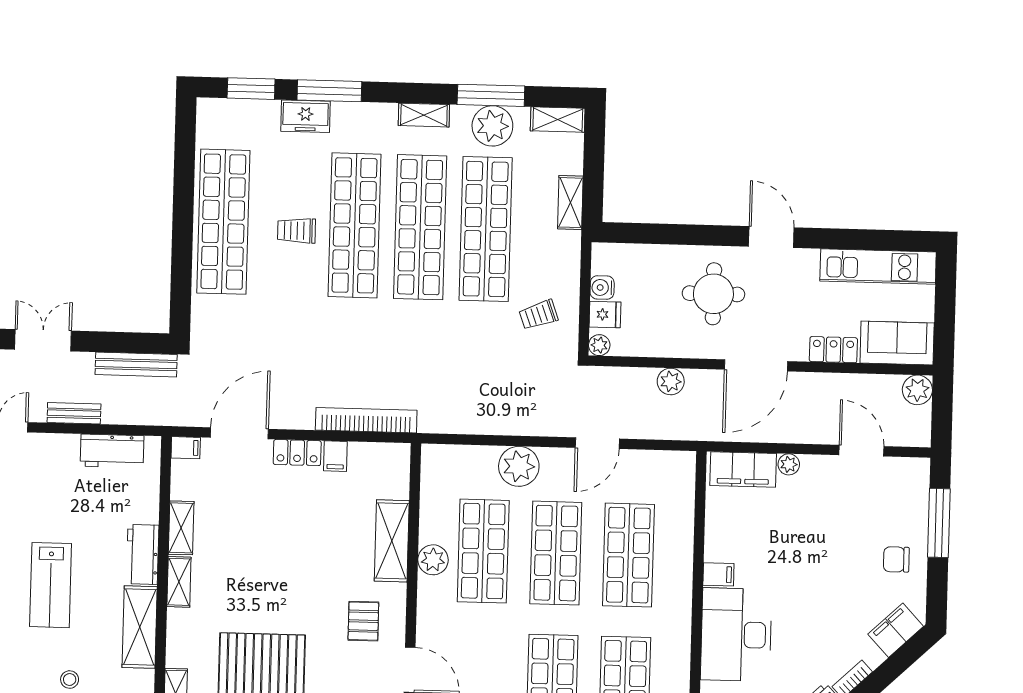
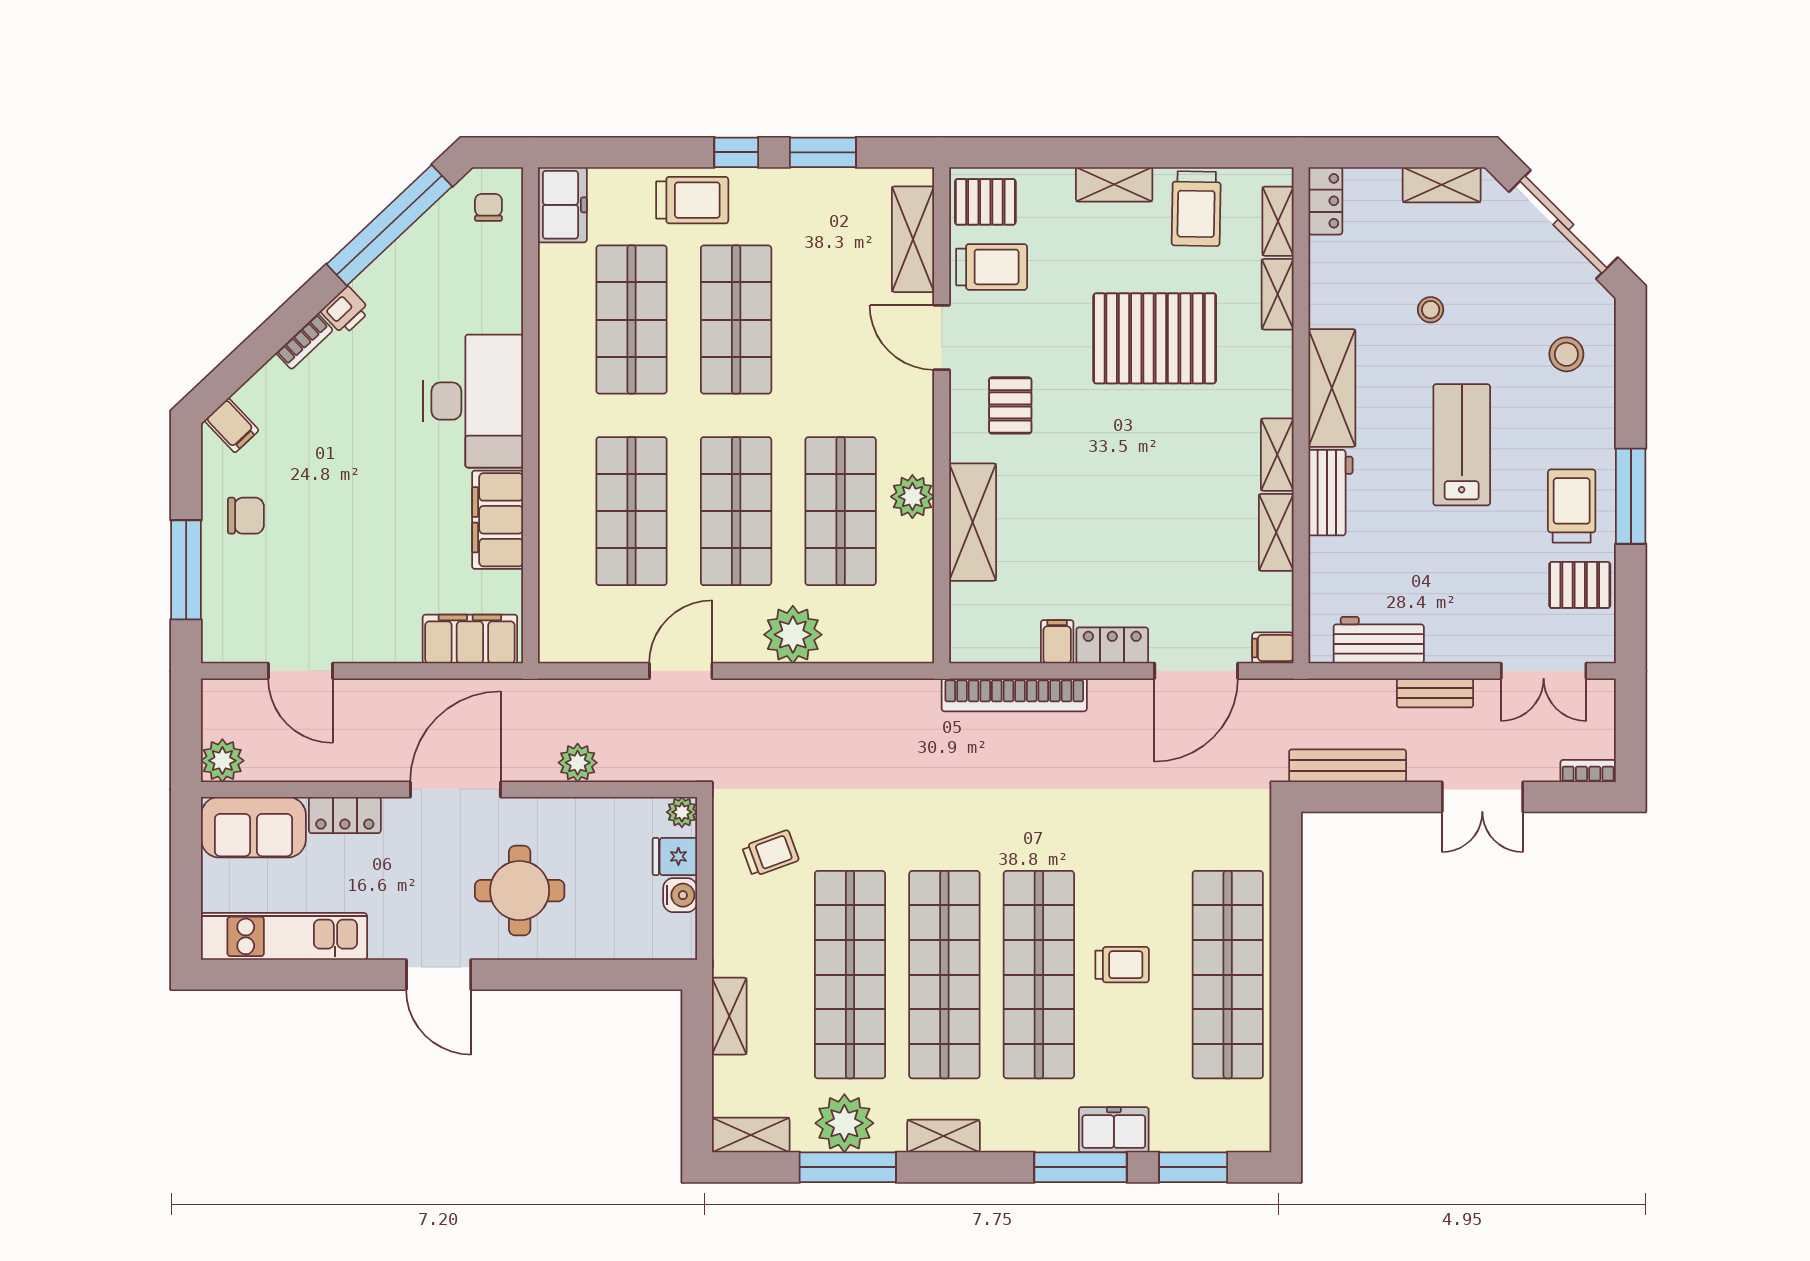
plant: (789, 464) -> (404, 648), removed
filing cabinet: (718, 574) -> (498, 520), width x3.00, depth x1.17
filing cabinet: (896, 630) -> (232, 425), width x0.50

